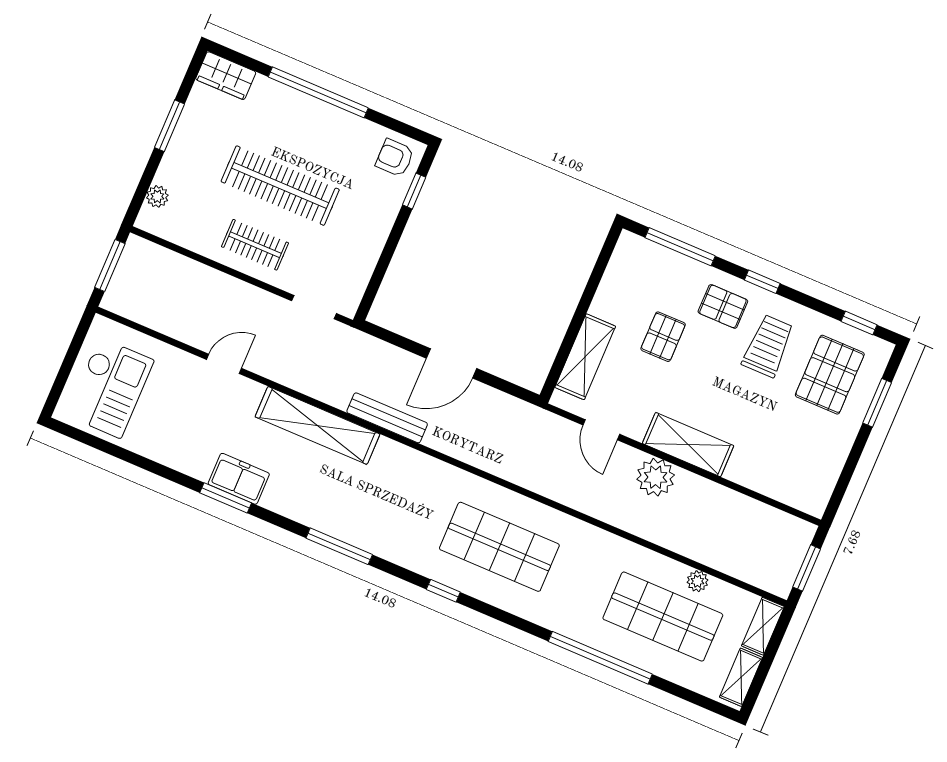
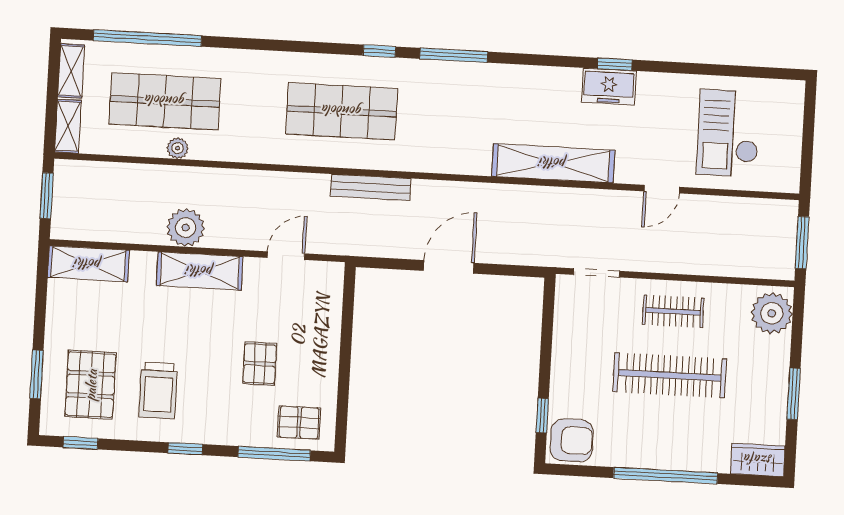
armchair: (395, 158) -> (572, 440), width x1.38, depth x1.38
plant: (157, 196) -> (772, 313), width x1.87, depth x1.87
pallet: (723, 306) -> (299, 423), moved
shelving: (585, 357) -> (88, 264), moved, turned 90
checkout: (110, 388) -> (728, 133), moved
bench: (387, 418) -> (371, 187), moved
door: (601, 430) -> (286, 256), hinge flipped
plant: (656, 477) -> (186, 228), moved
window: (226, 498) -> (615, 64), width x0.67
window: (339, 546) -> (454, 55), moved
plant: (698, 581) -> (178, 148), moved
window: (600, 658) -> (147, 38), moved

